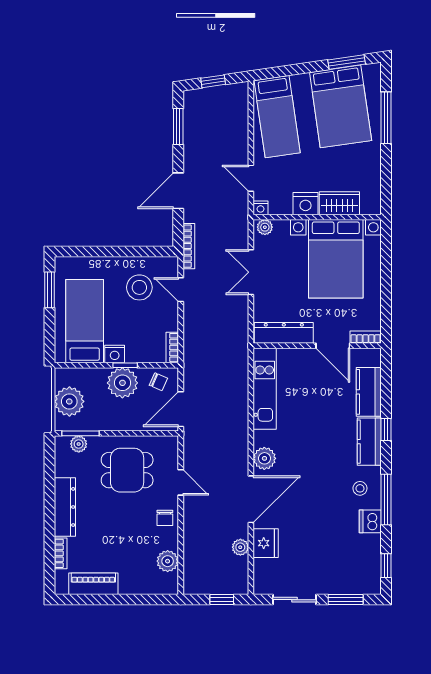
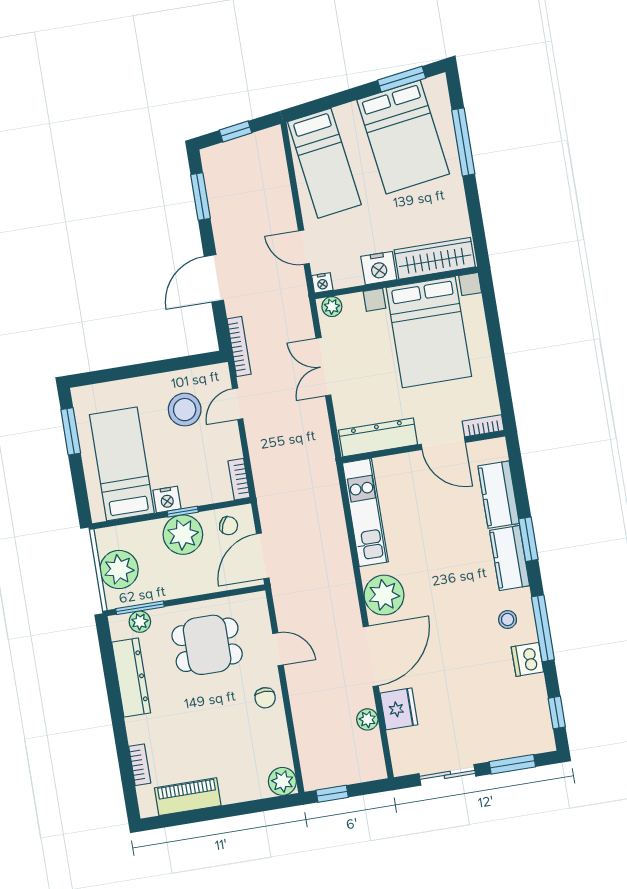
wardrobe: (339, 203) -> (435, 258), width x1.50
door: (181, 290) -> (238, 404), hinge flipped
window: (386, 430) -> (528, 539), width x1.50
plant: (264, 458) -> (384, 595), width x1.36, depth x1.36
dresser: (65, 507) -> (131, 678), moved
plant: (168, 561) -> (282, 781), moved
window: (222, 600) -> (332, 794), moved

